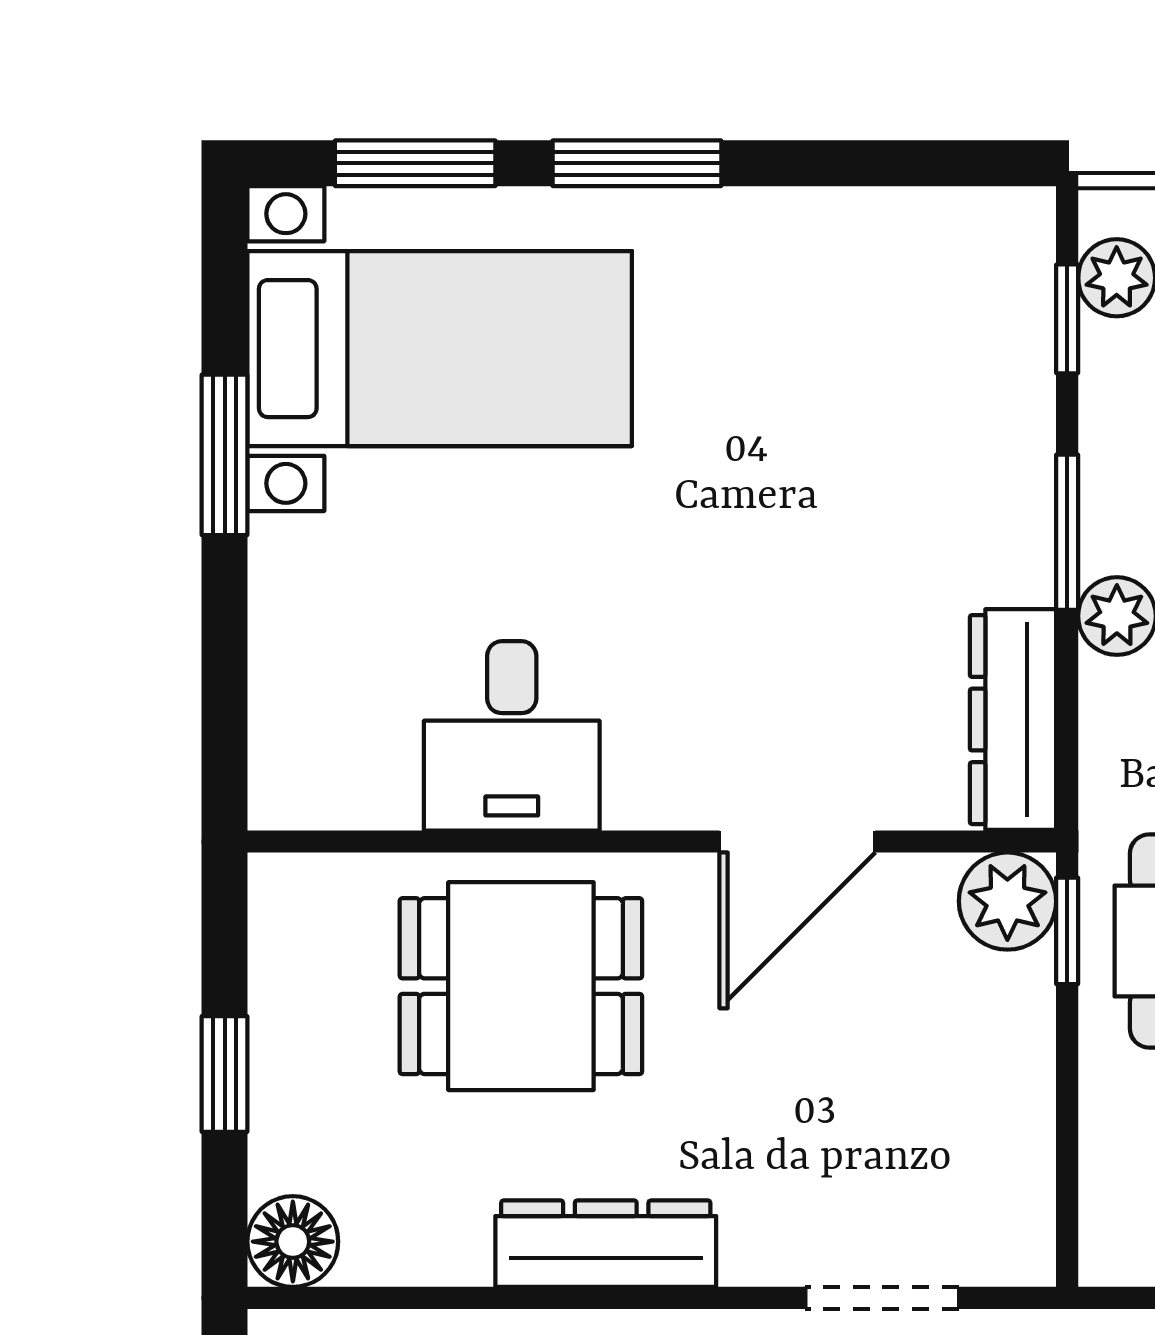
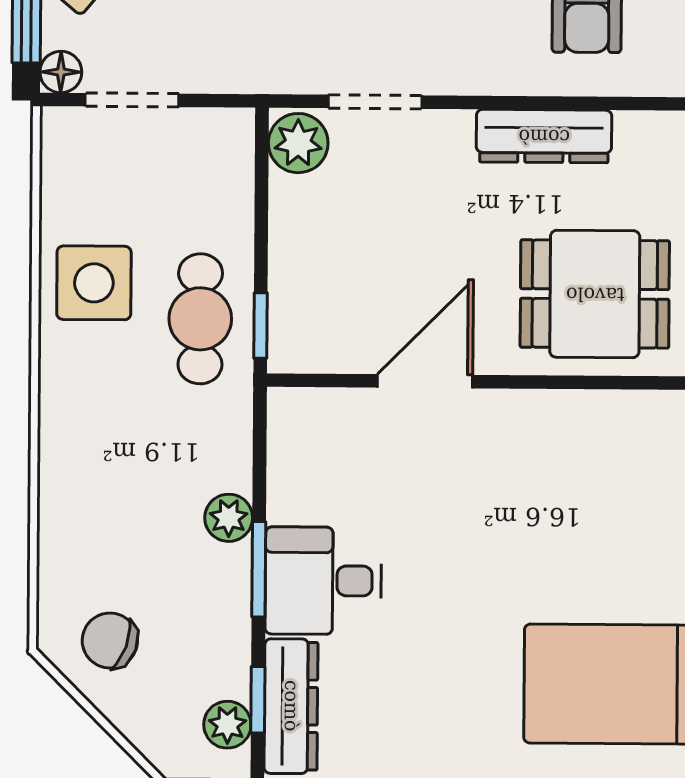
dresser: (1013, 720) -> (291, 706), moved
desk: (512, 736) -> (323, 581), moved, turned -90
plant: (1007, 901) -> (298, 143), moved

